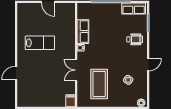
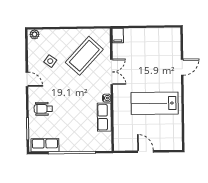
lab bench: (40, 43) -> (155, 103), width x1.36, depth x1.39
door: (148, 65) -> (27, 79), swing flipped
coffee table: (99, 84) -> (84, 56), turned 43

